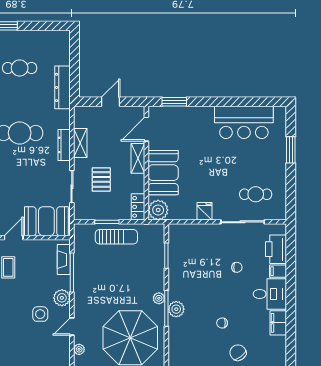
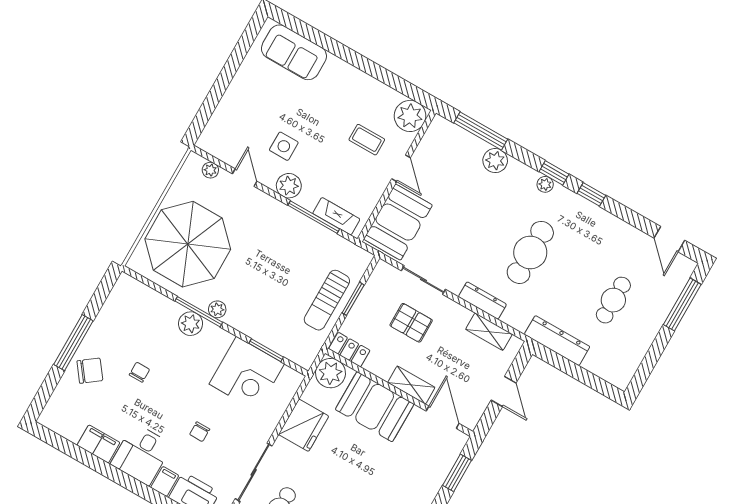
shelving: (80, 143) -> (489, 332), moved
fridge: (205, 211) -> (304, 425), width x1.88, depth x1.34
corner desk: (187, 259) -> (247, 374), added

